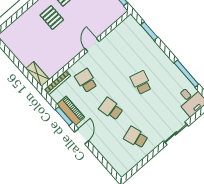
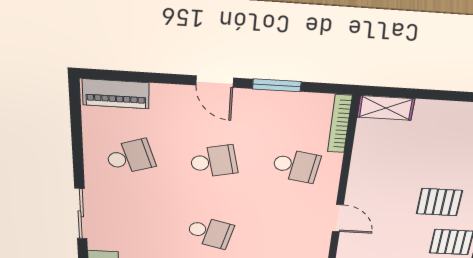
piano: (71, 111) -> (116, 94), moved

